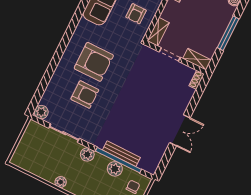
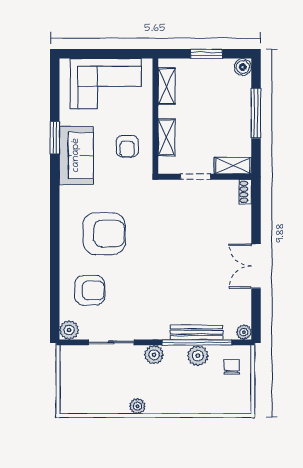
shelving: (158, 32) -> (167, 137), moved
armchair: (85, 95) -> (90, 290), moved
double door: (180, 130) -> (256, 266), swing flipped
plant: (151, 168) -> (244, 332), added

